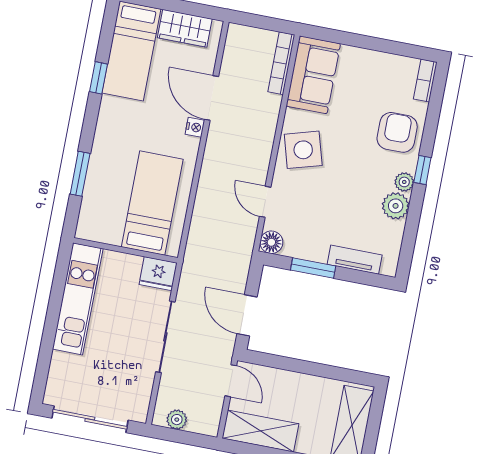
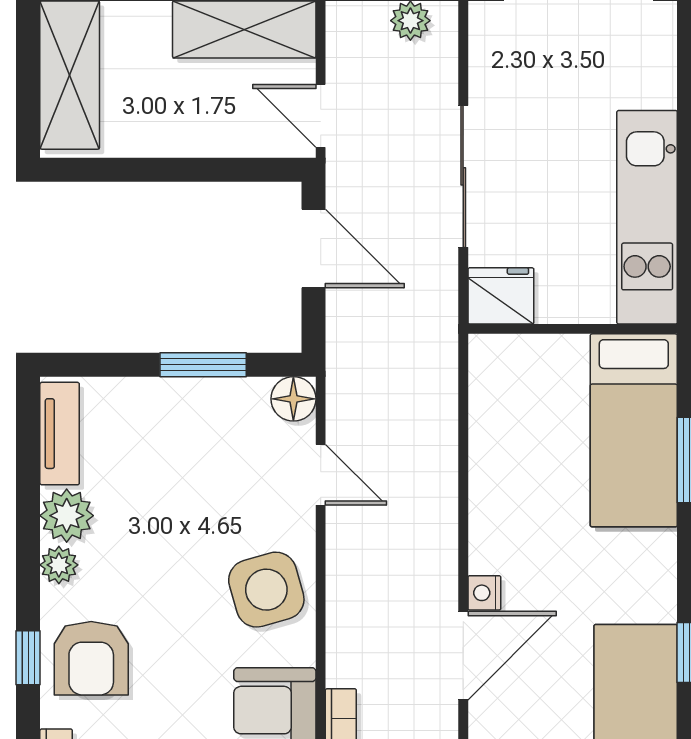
door: (211, 98) -> (463, 656), hinge flipped
window: (422, 170) -> (28, 658), moved
bed: (152, 203) -> (634, 430), moved
tv unit: (355, 260) -> (60, 434), moved, turned -90

